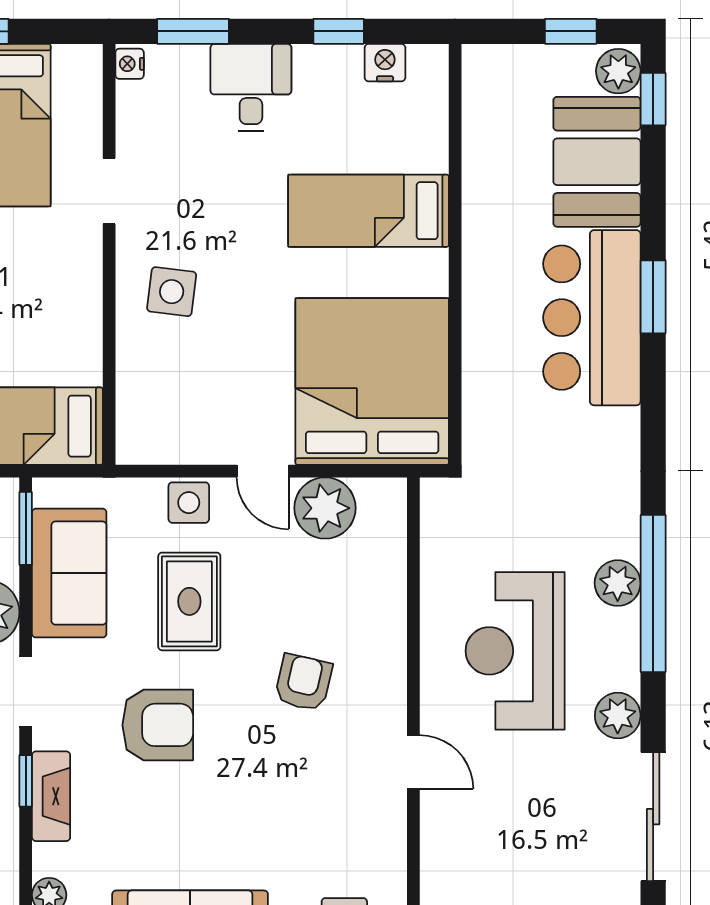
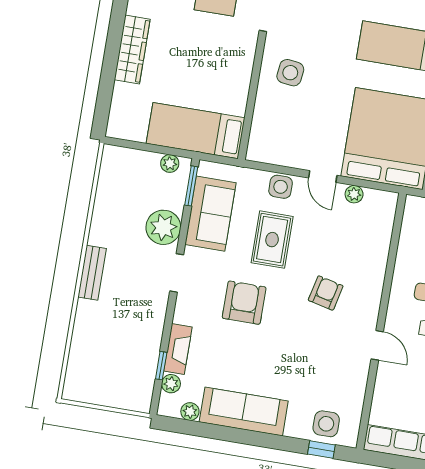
plant: (325, 508) -> (354, 194), width x0.53, depth x0.53
armchair: (158, 725) -> (244, 303), turned -90
window: (26, 781) -> (161, 366), moved
fireplace: (51, 796) -> (178, 349), moved

